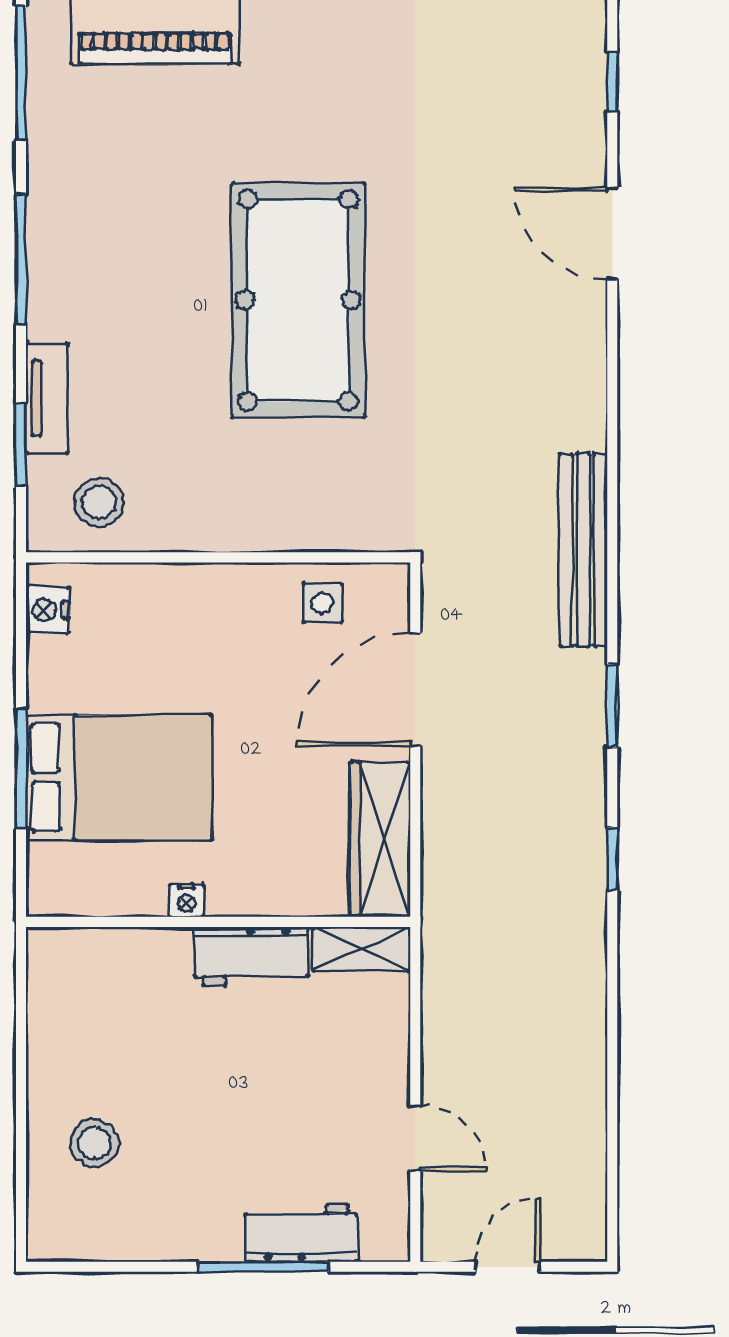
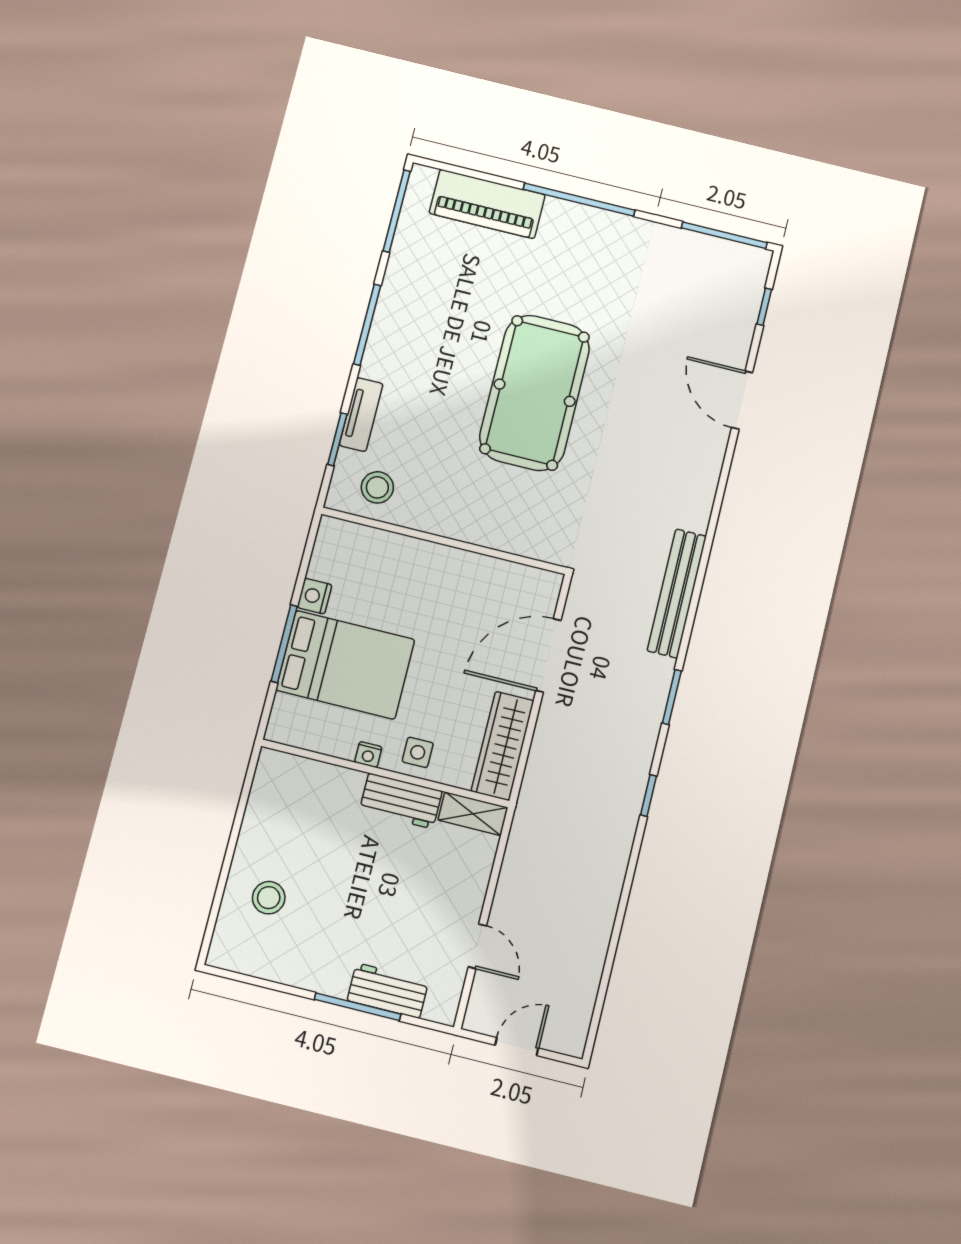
side table: (323, 603) -> (418, 752), moved
nightstand: (48, 610) -> (315, 596), moved

